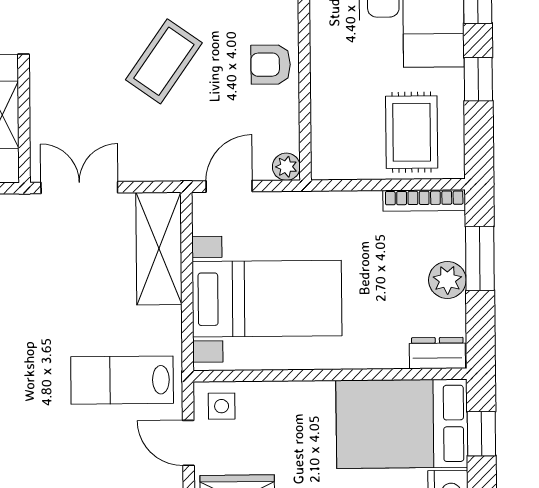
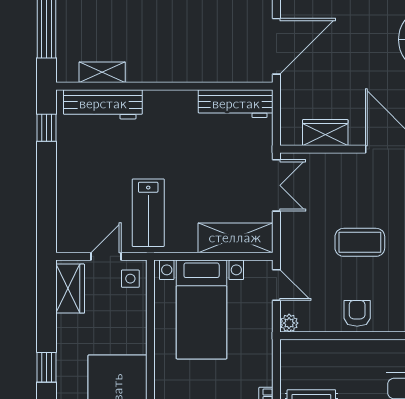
coffee table: (164, 61) -> (360, 242), turned -35
lab bench: (122, 380) -> (148, 213), turned 180

